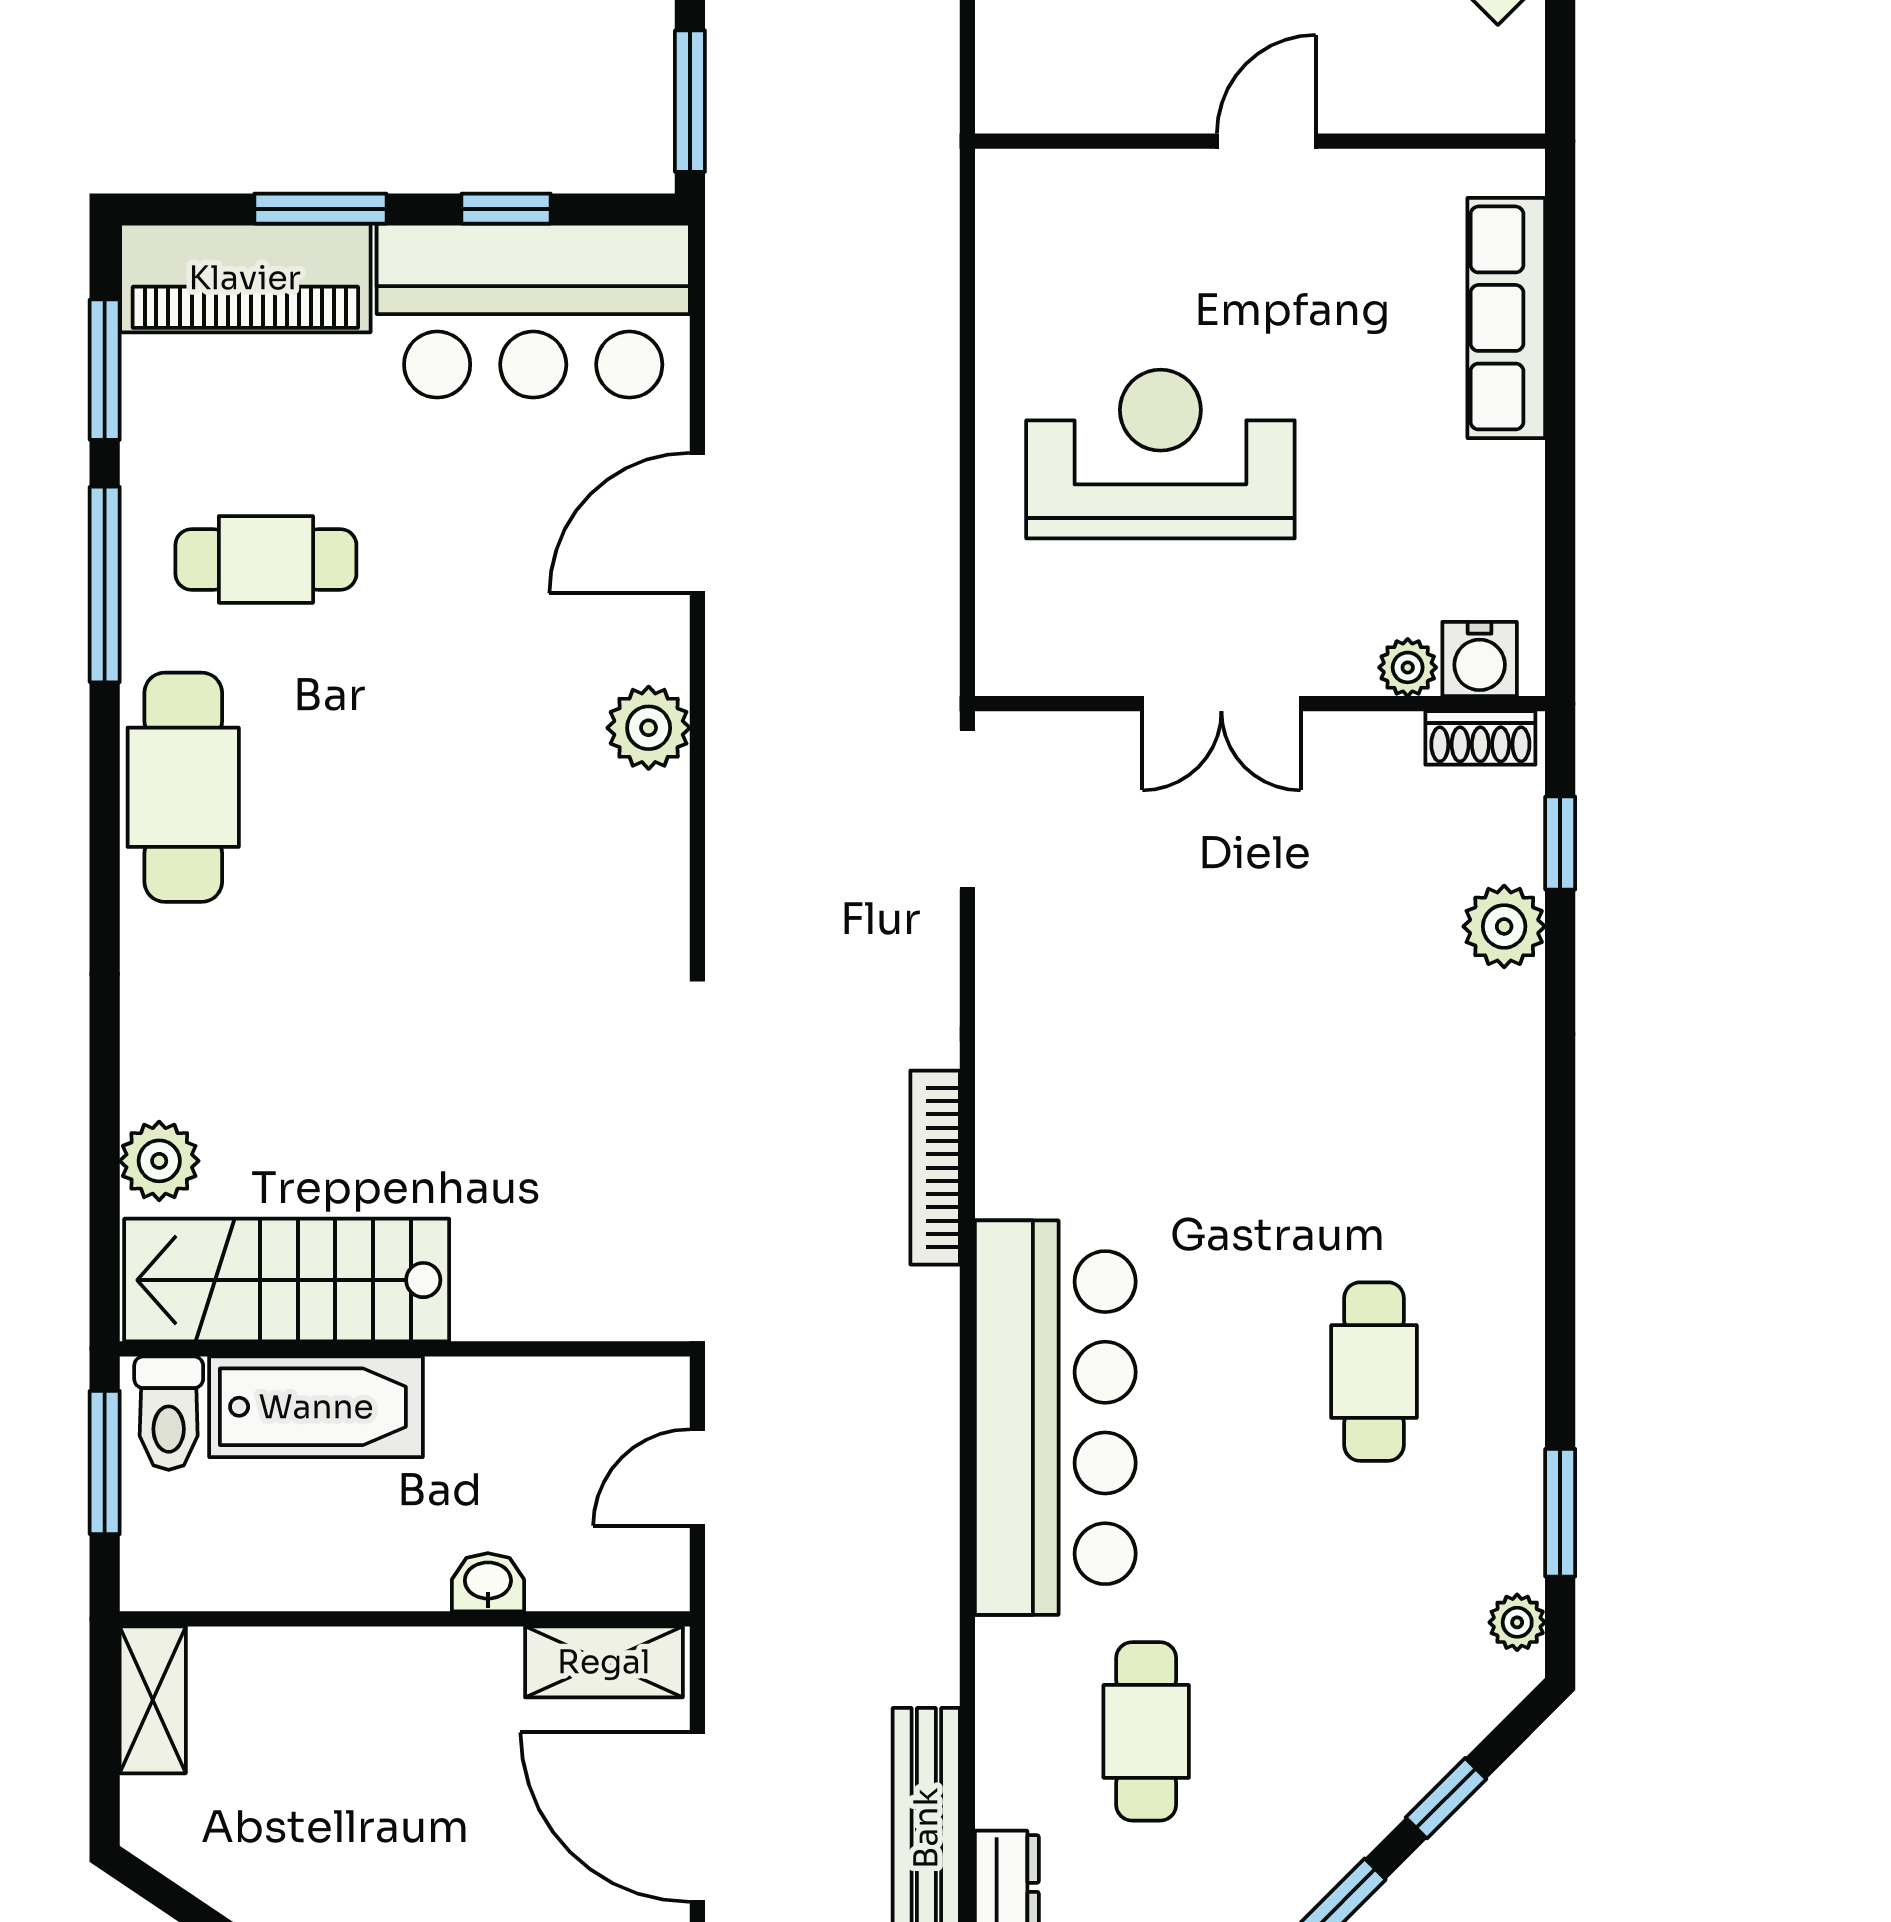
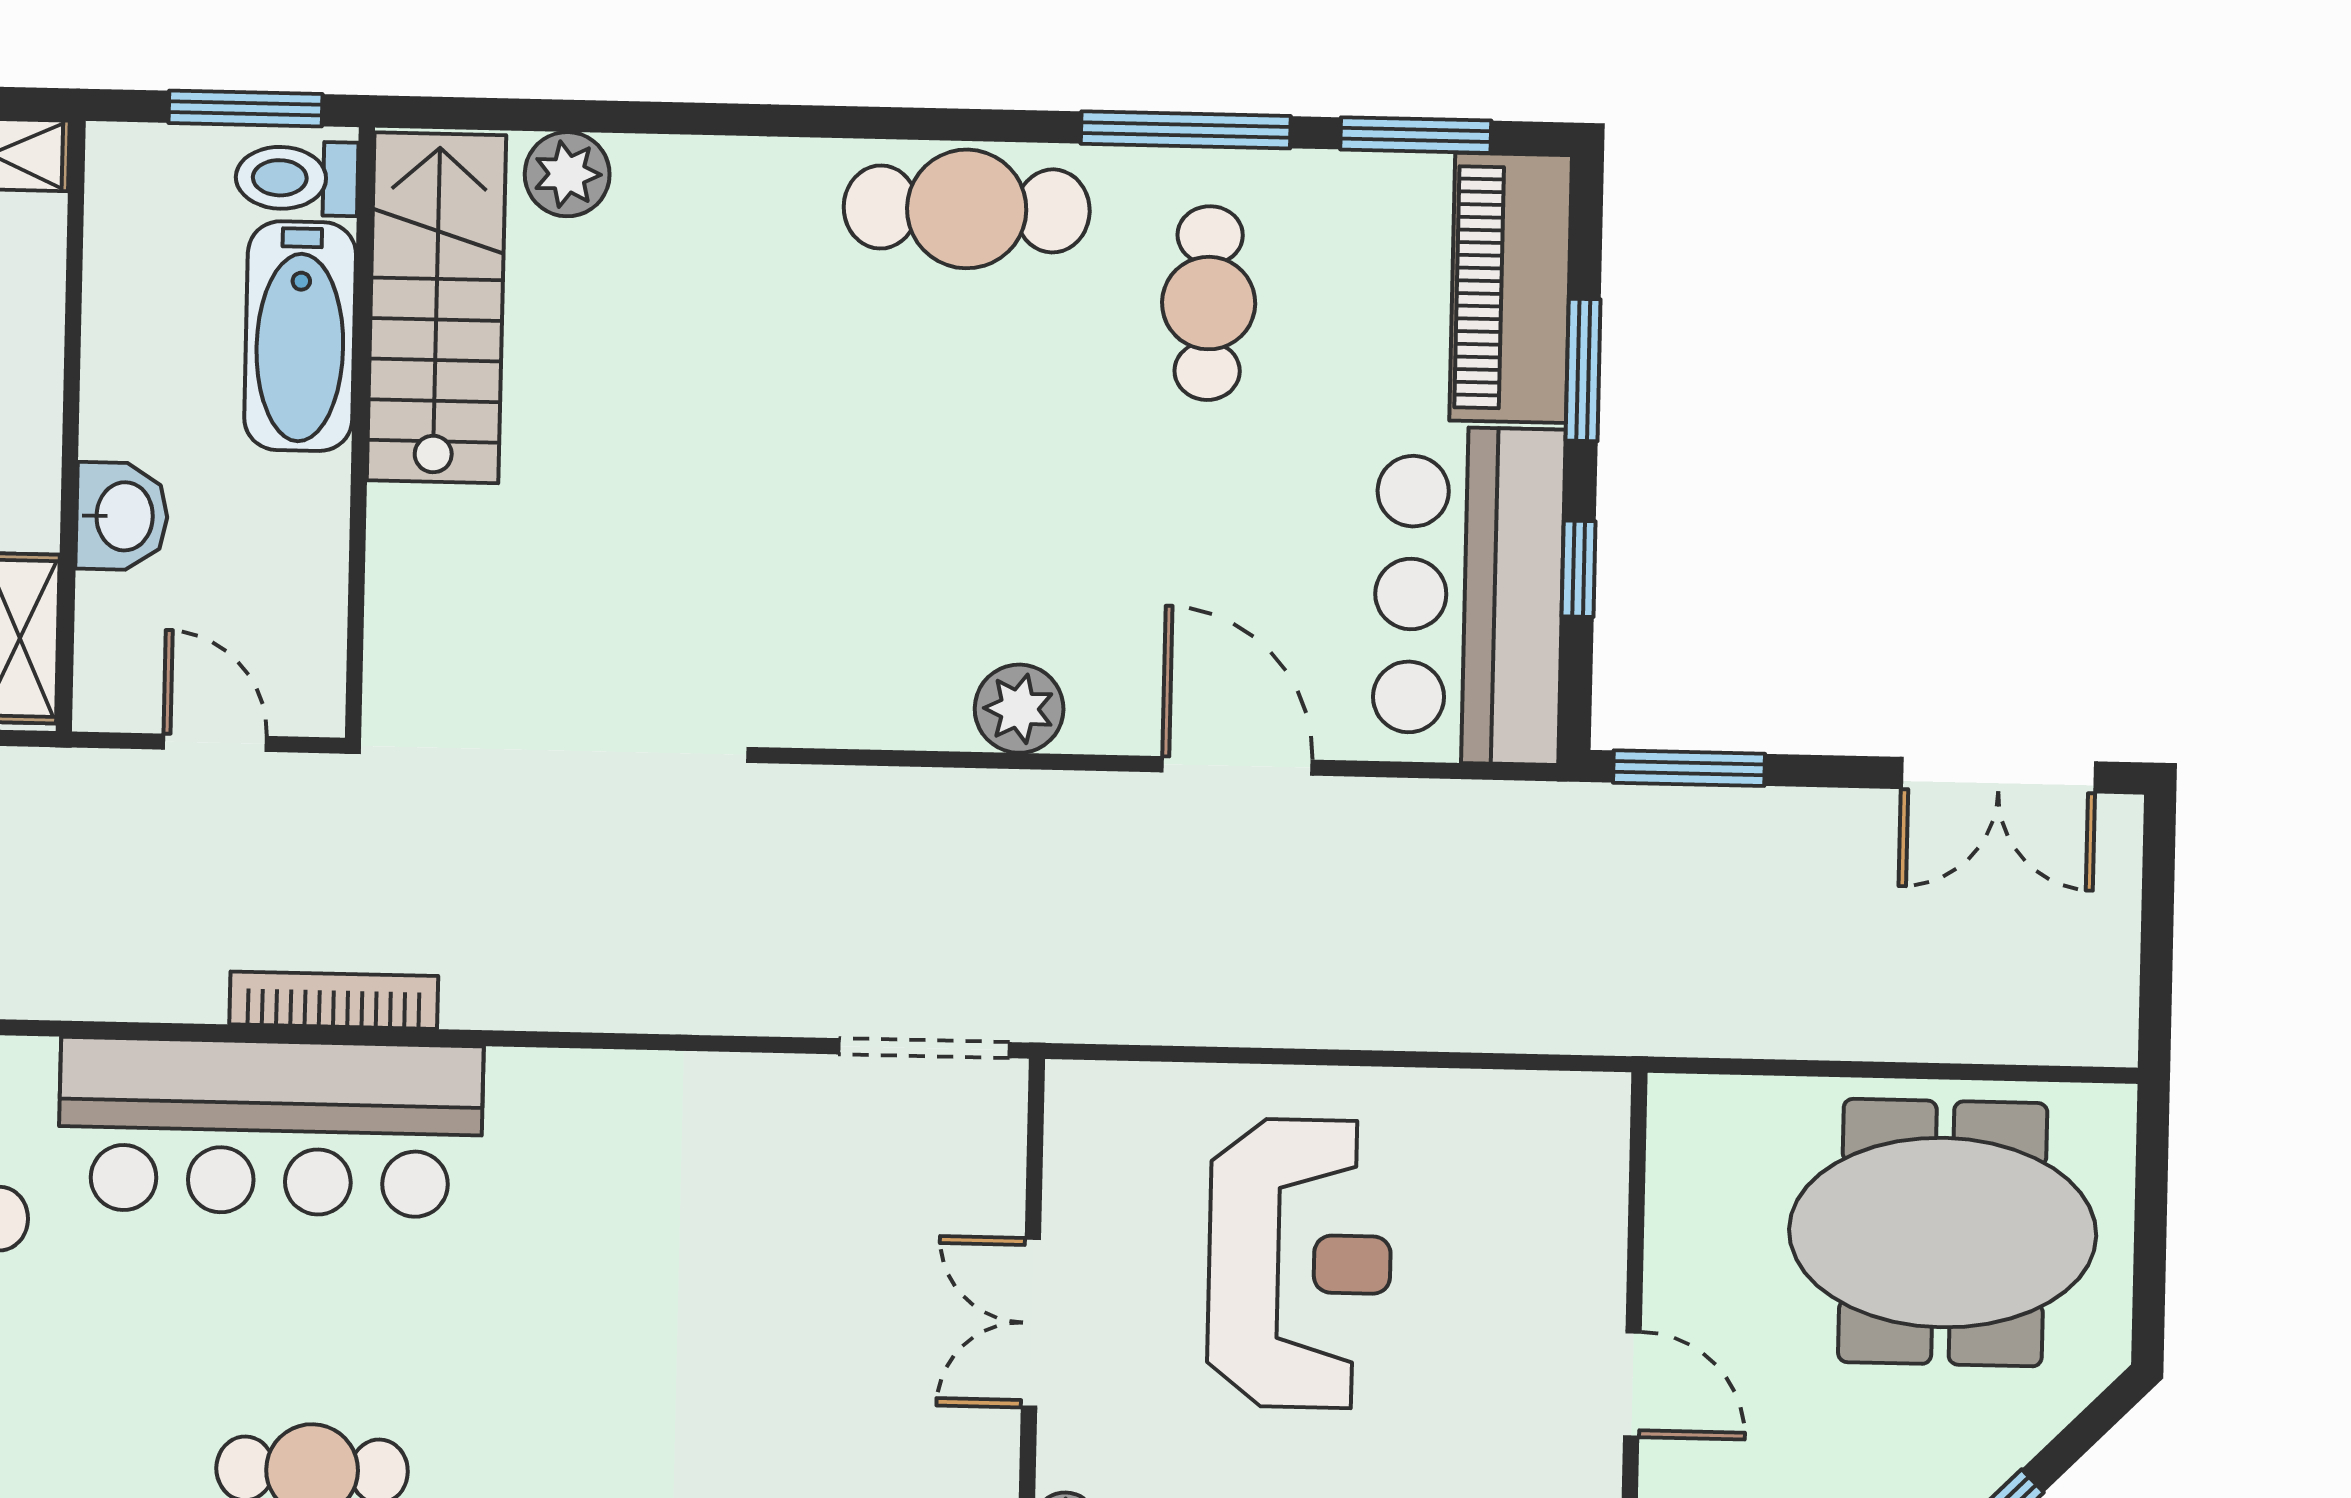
bookcase: (935, 1168) -> (334, 1000), moved
washbasin: (488, 1582) -> (122, 516), width x1.38, depth x1.45

